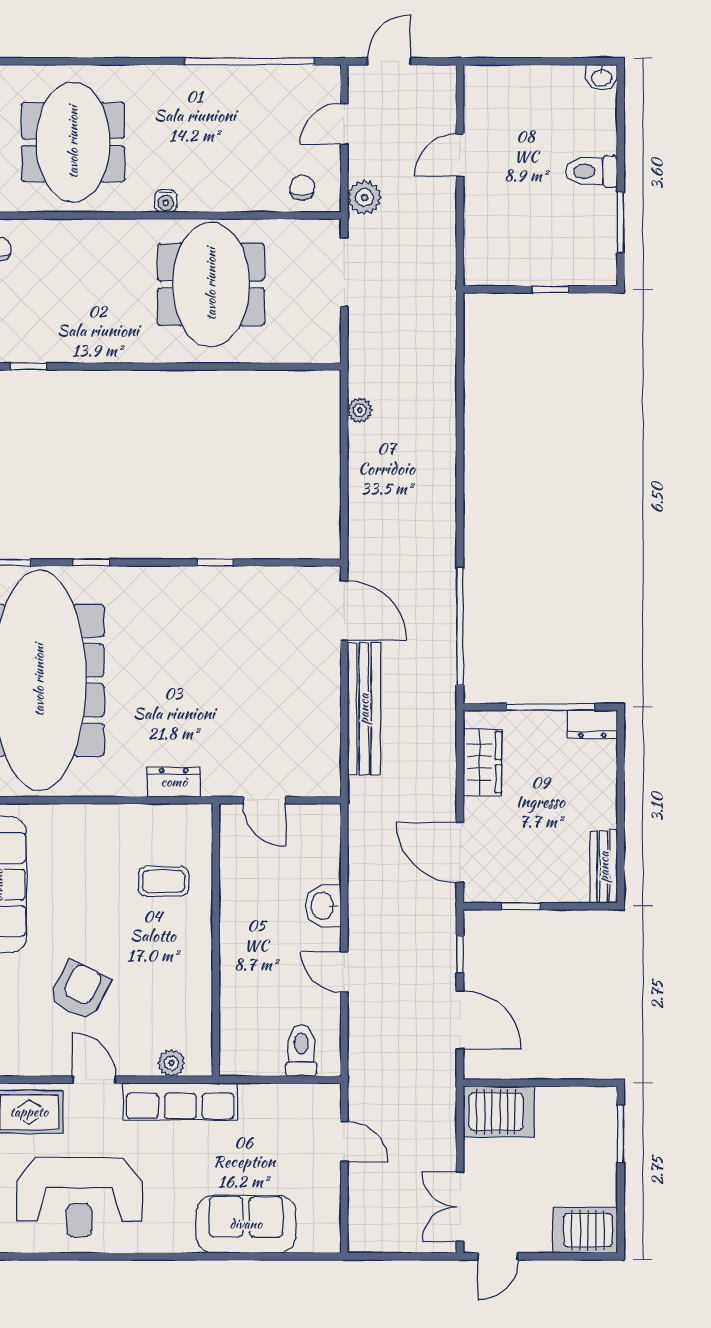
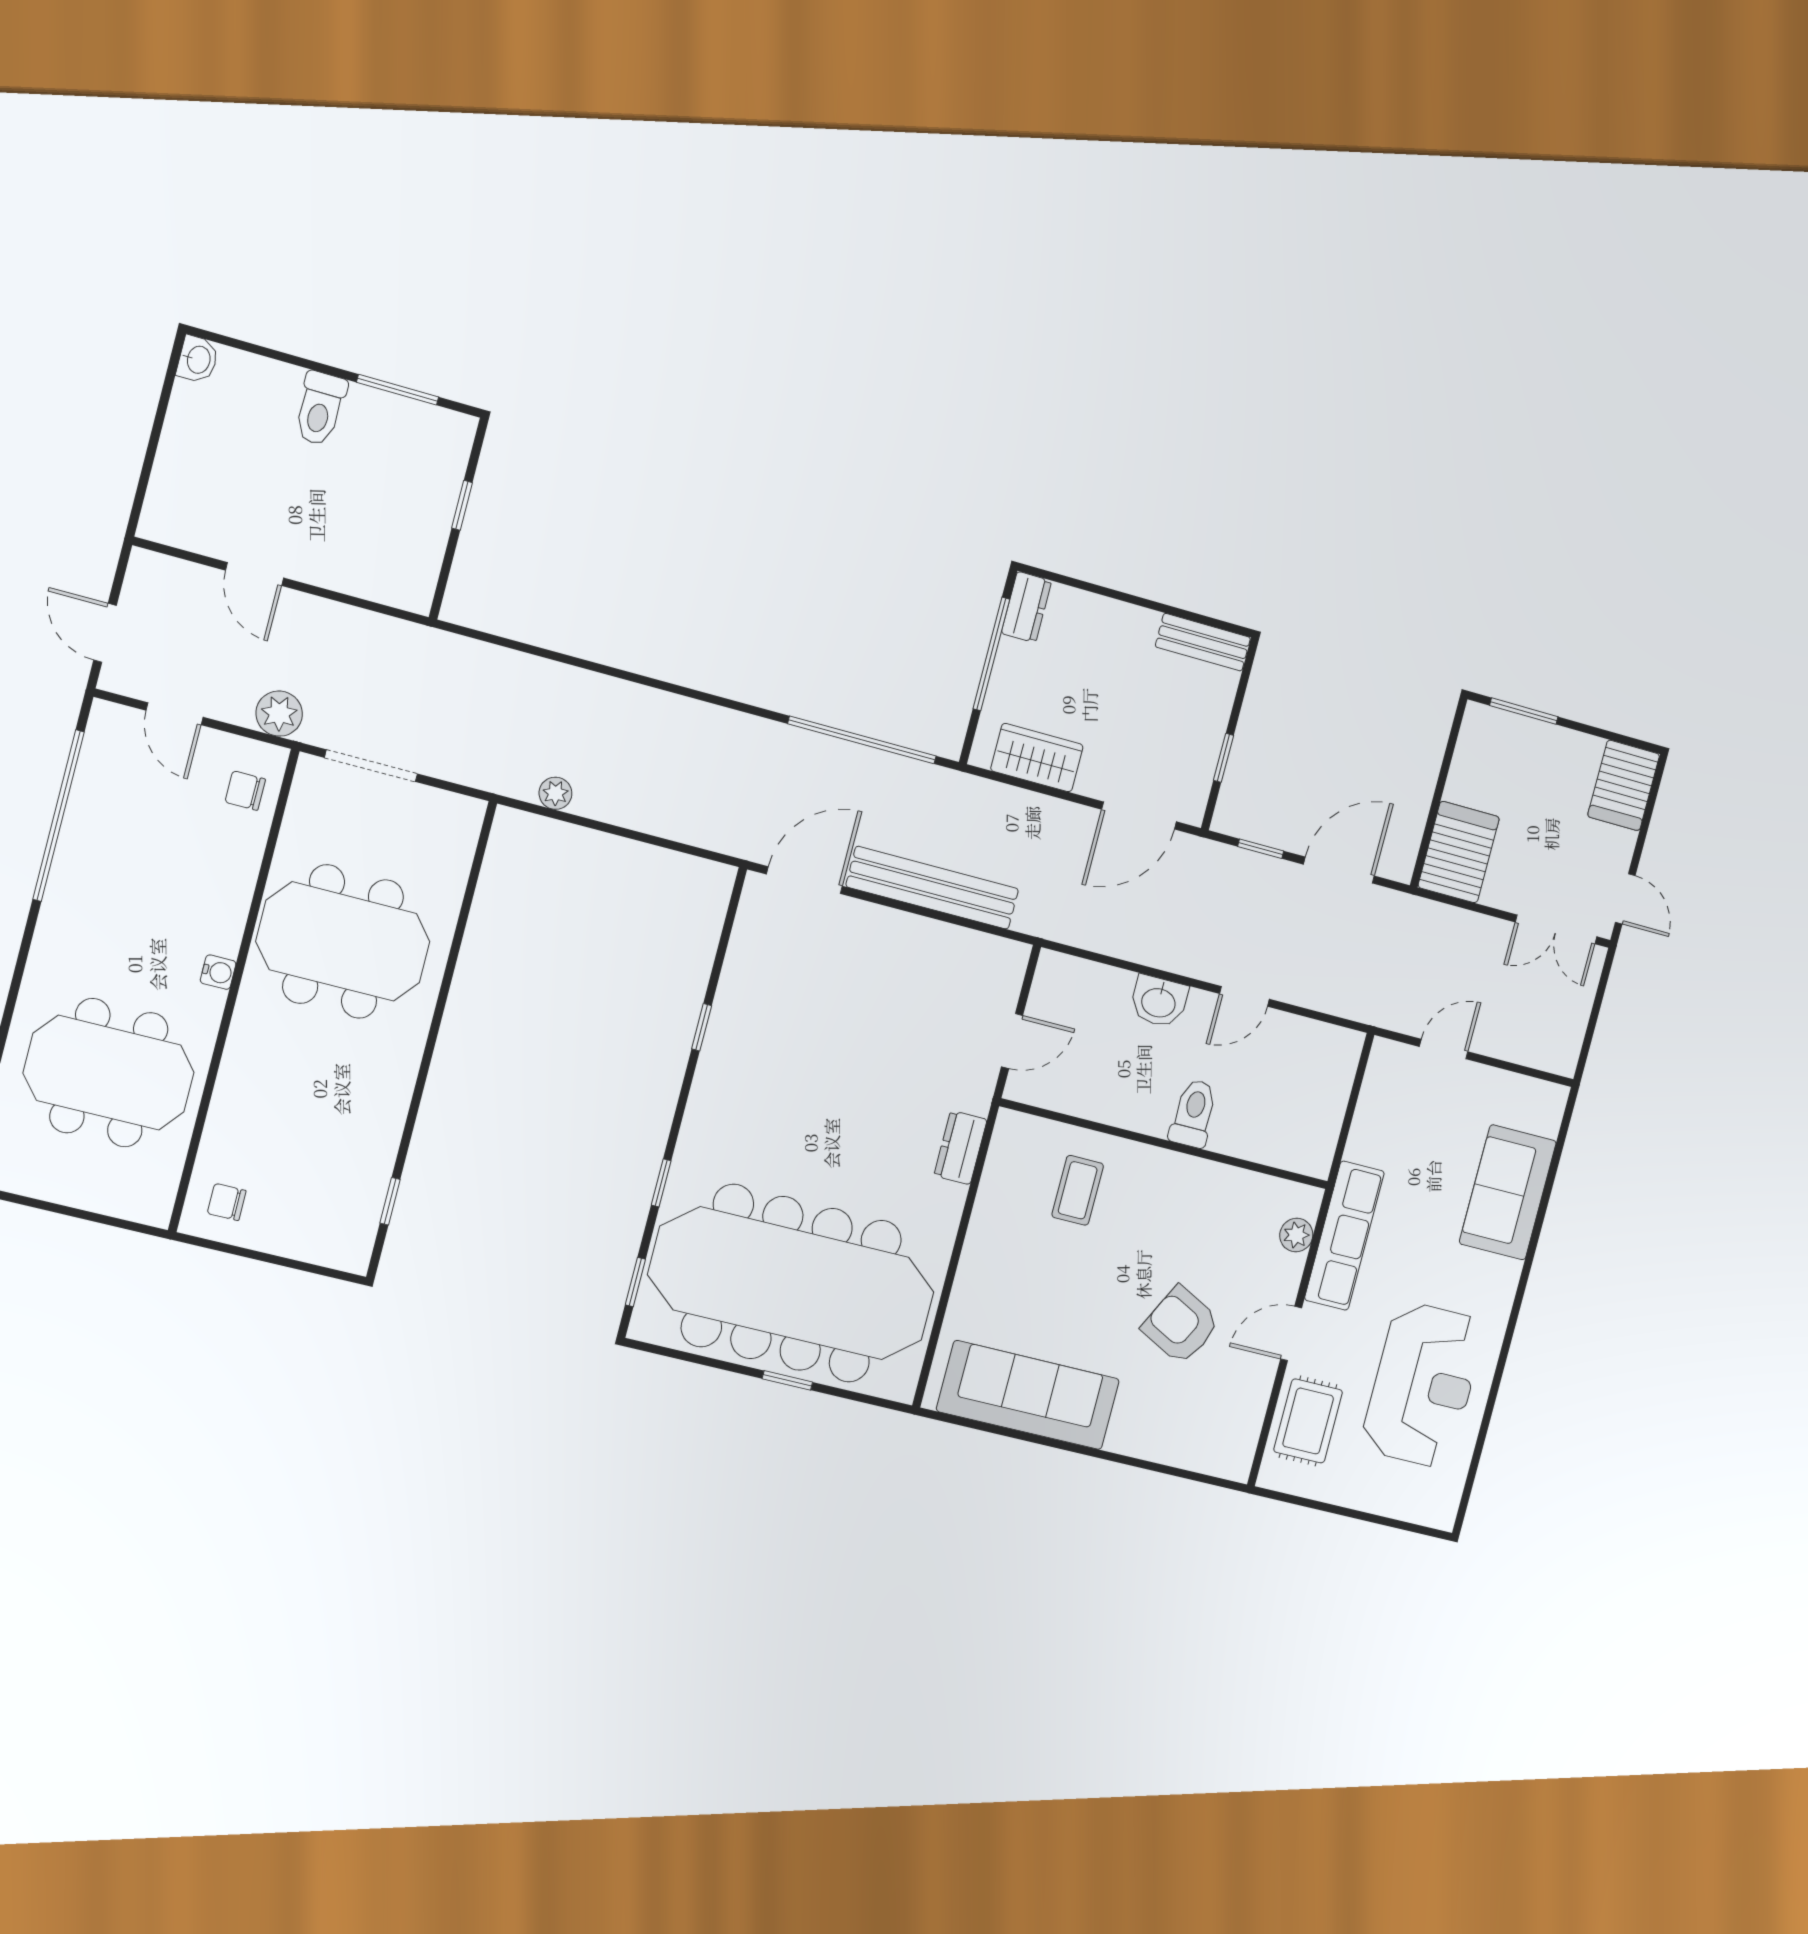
toilet: (301, 1051) -> (1194, 1113), moved, turned 90

